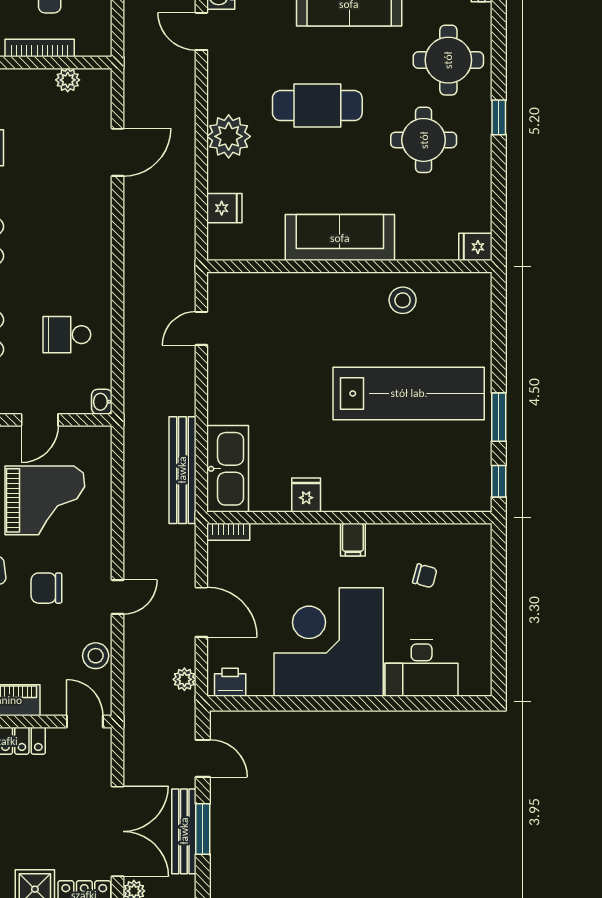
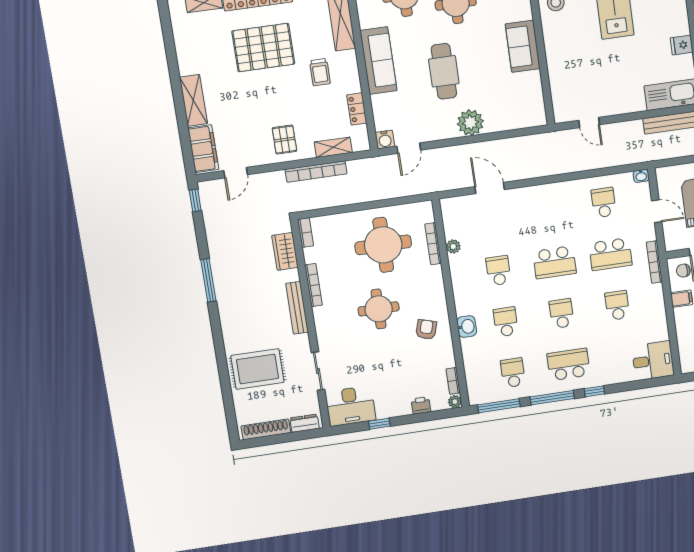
plant: (68, 80) -> (453, 247), moved
fridge: (224, 208) -> (514, 119), removed
sofa: (340, 238) -> (523, 46), width x0.73
school desk: (67, 335) -> (604, 203), turned 180

